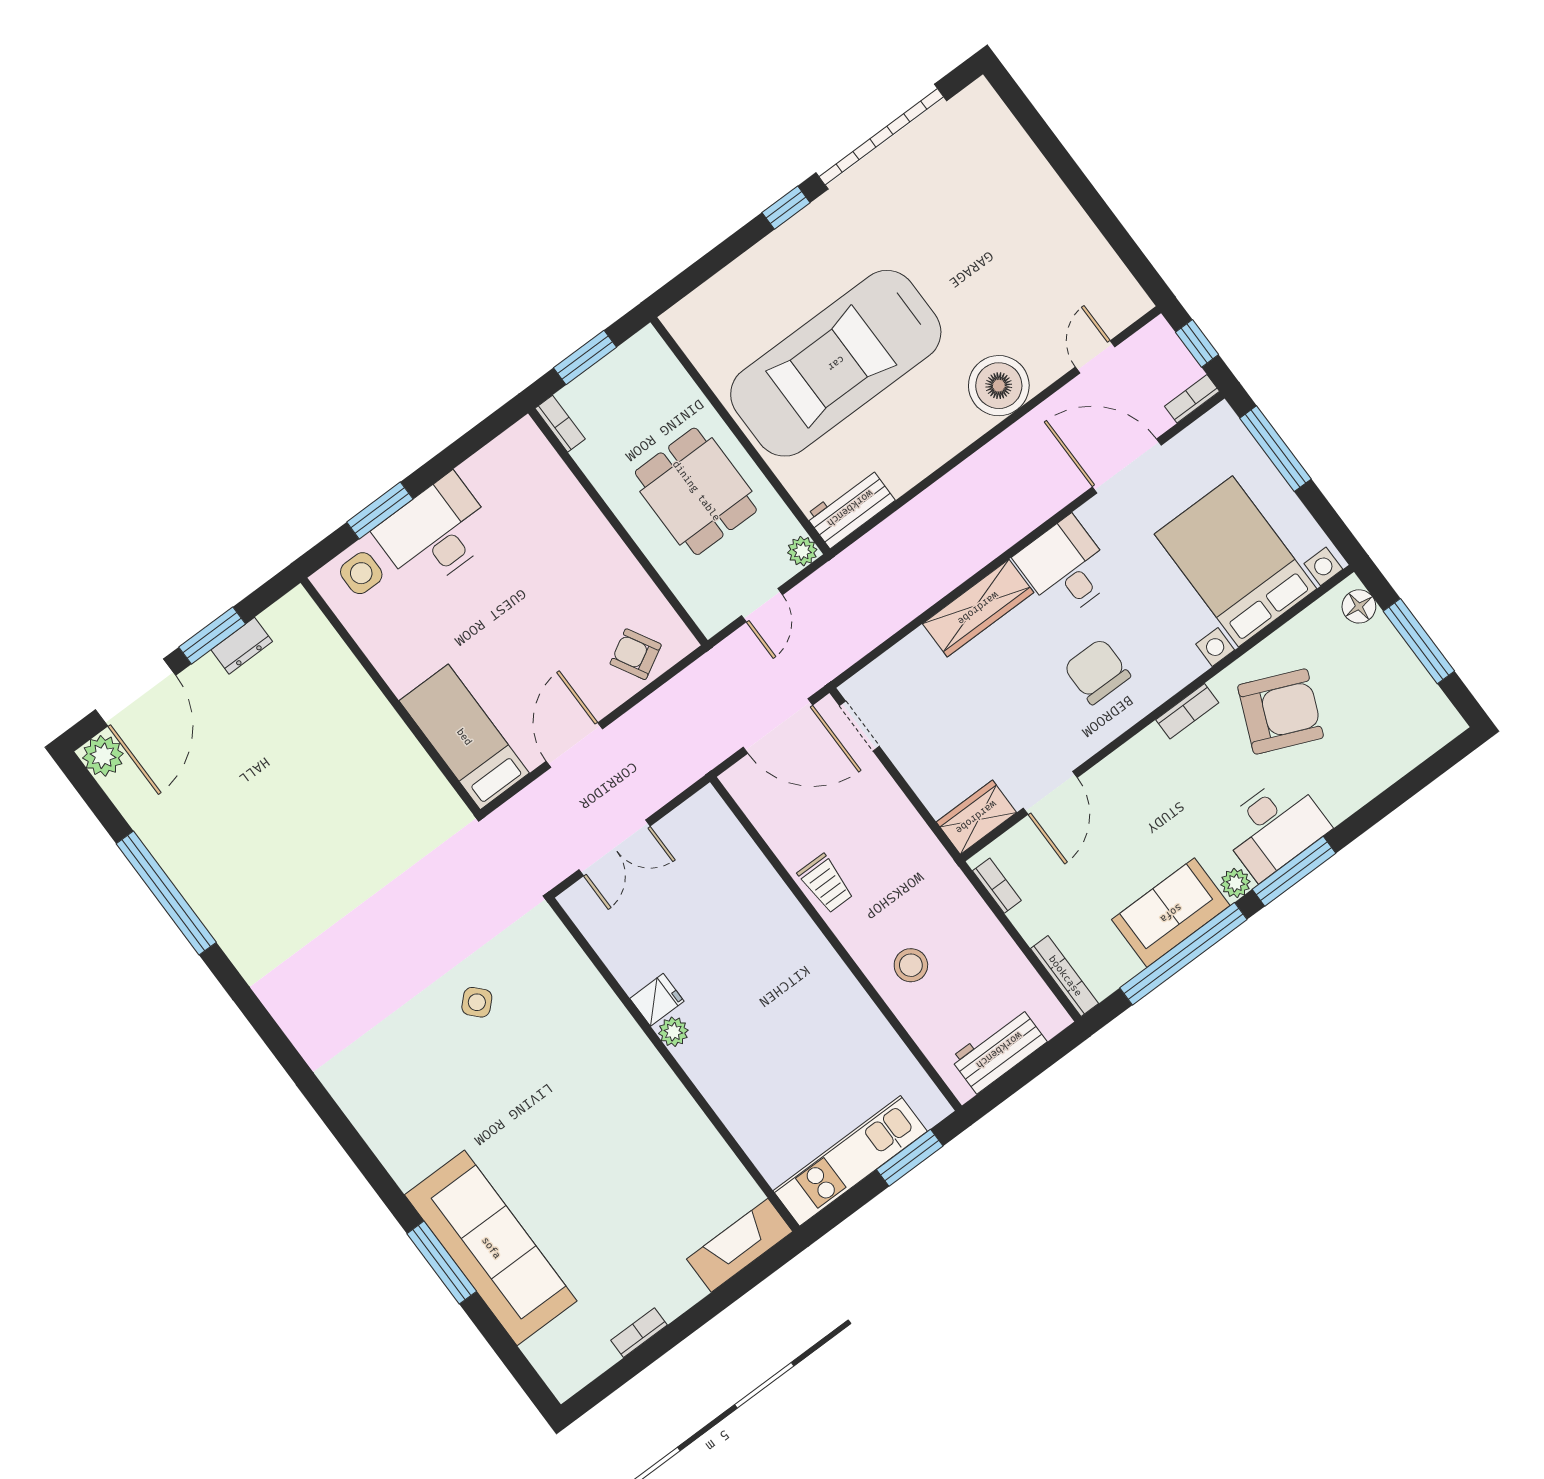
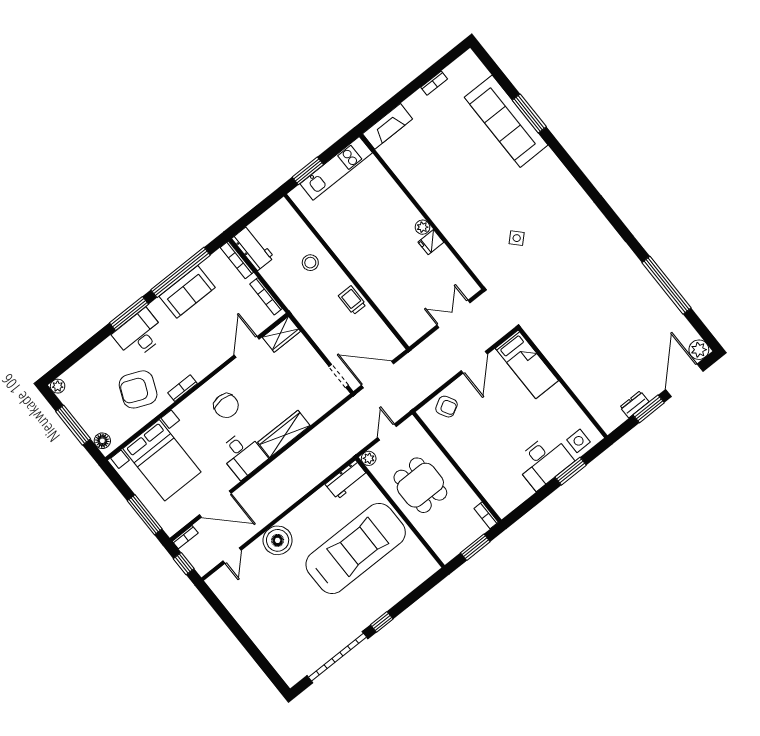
plant: (1236, 883) -> (58, 386), moved
bookcase: (997, 886) -> (266, 296), width x1.56
workbench: (999, 1050) -> (253, 248), moved, turned -90

